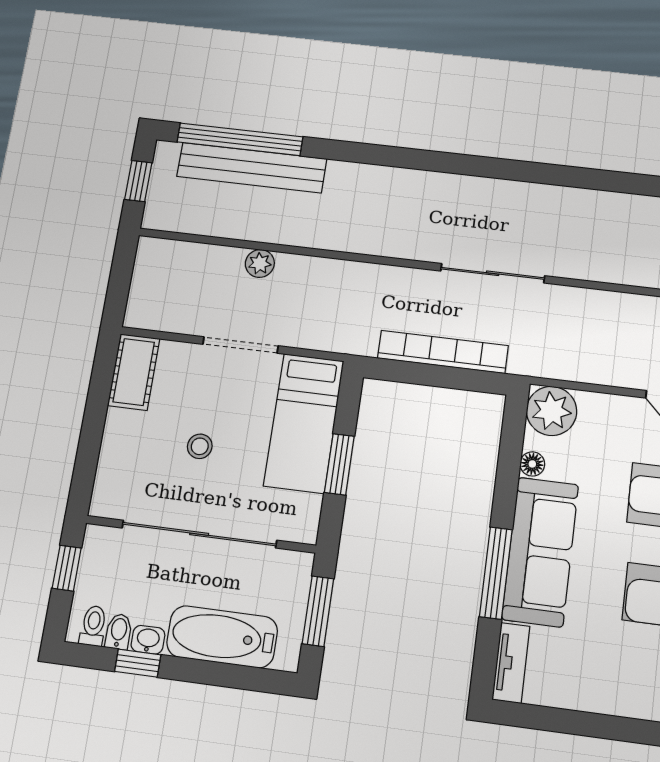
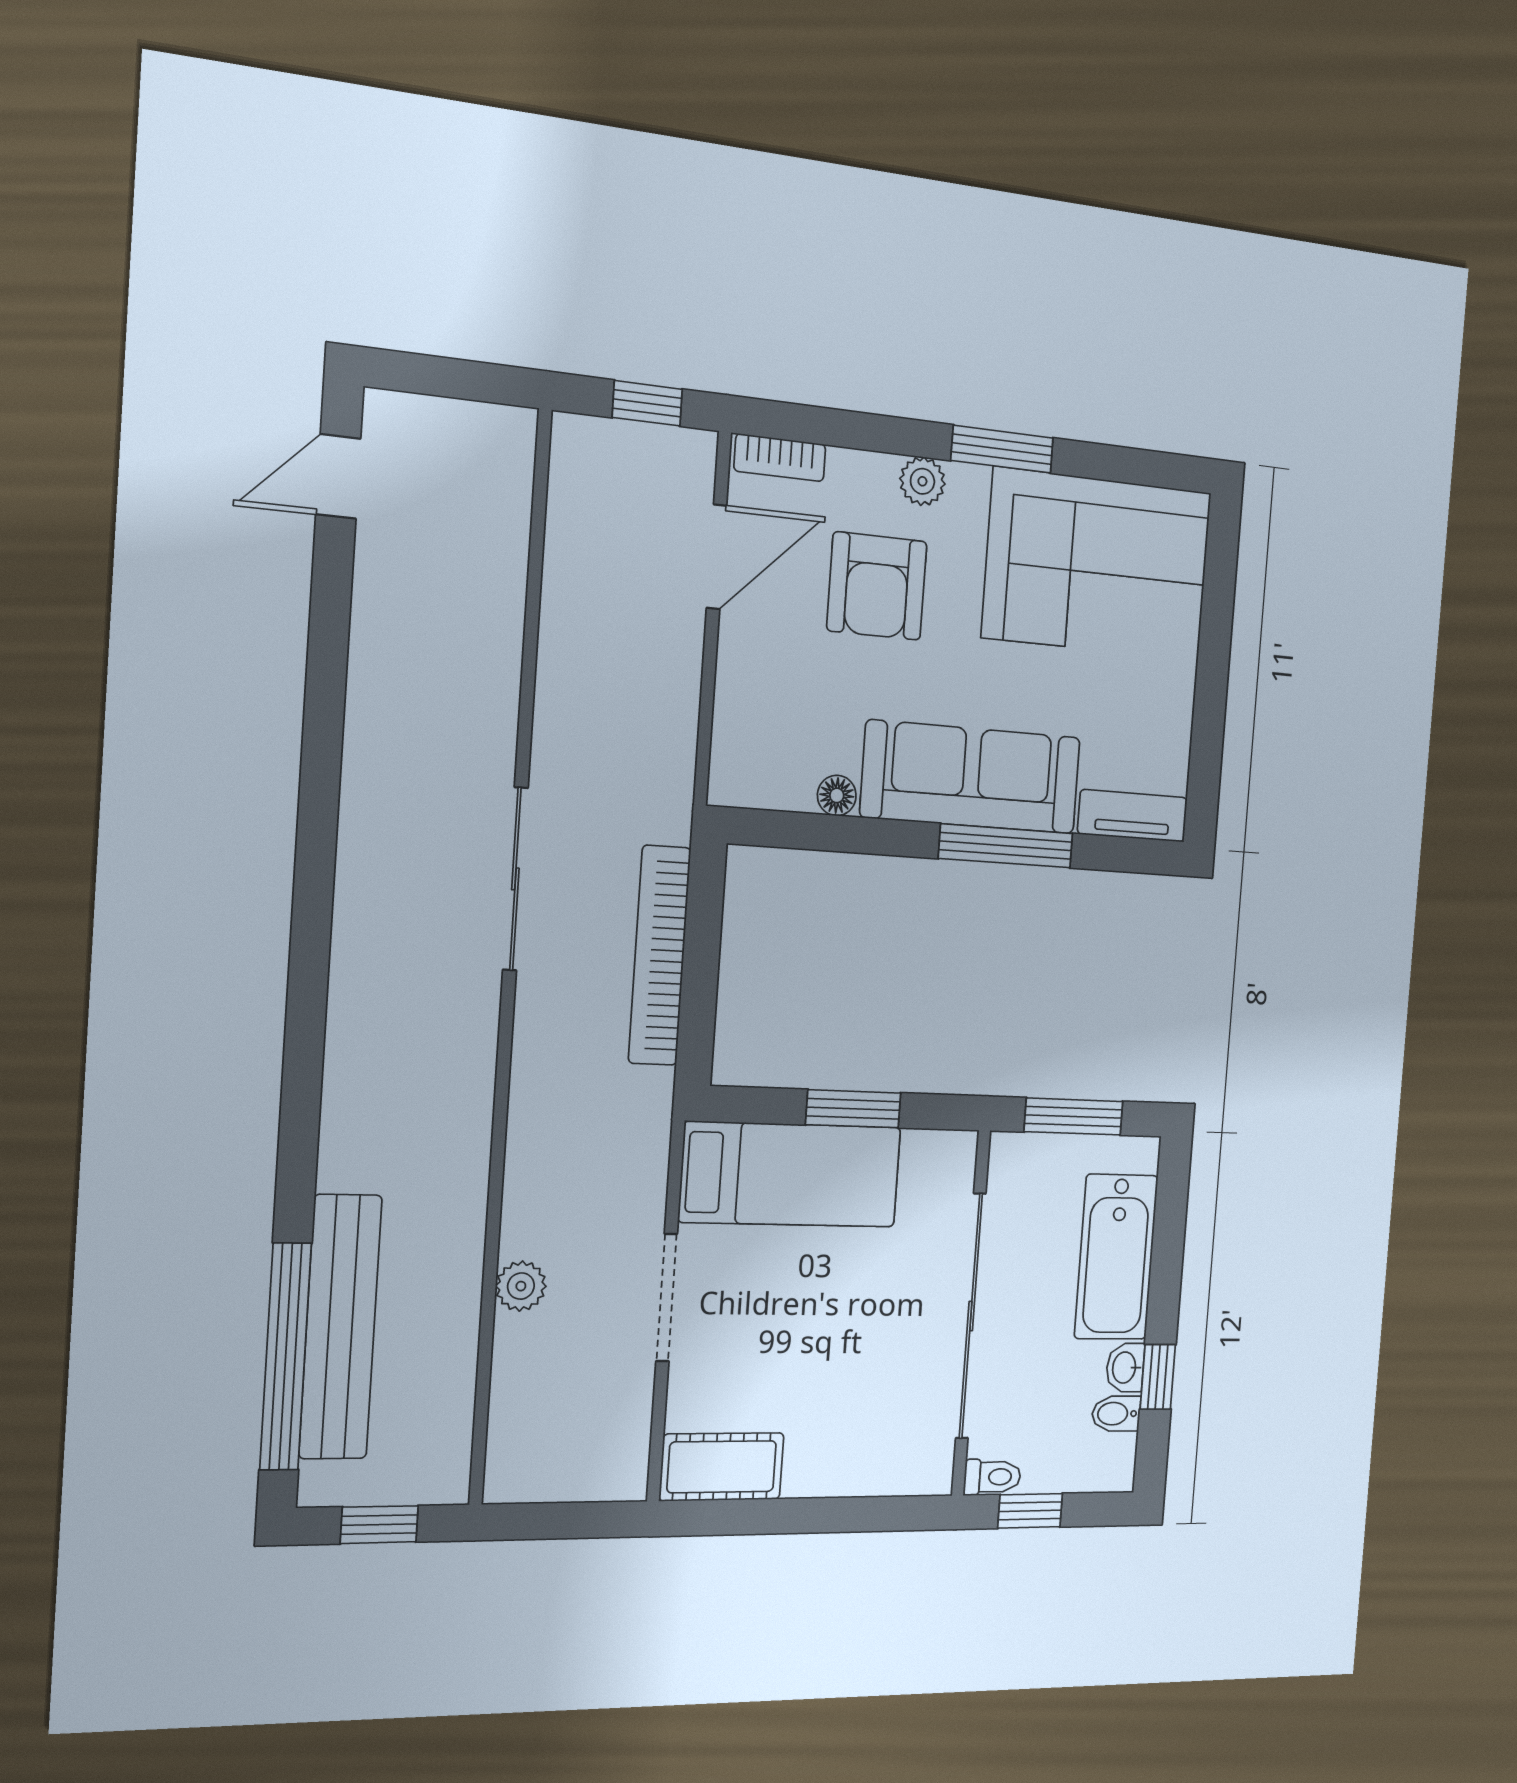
plant: (552, 411) -> (749, 767), removed
stool: (200, 446) -> (836, 1338), removed
toilet: (93, 626) -> (992, 1477), moved, turned 180

